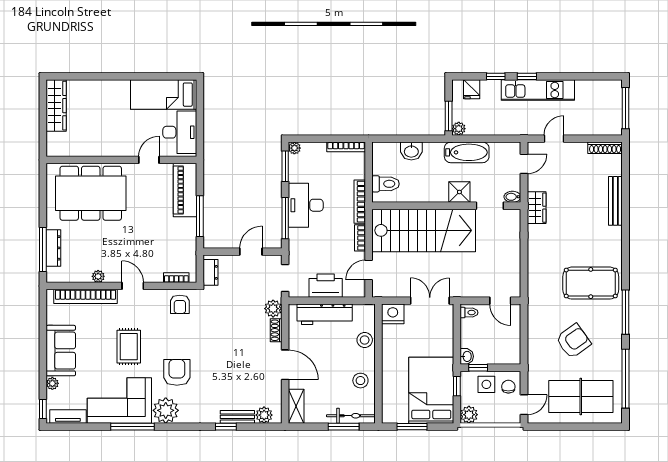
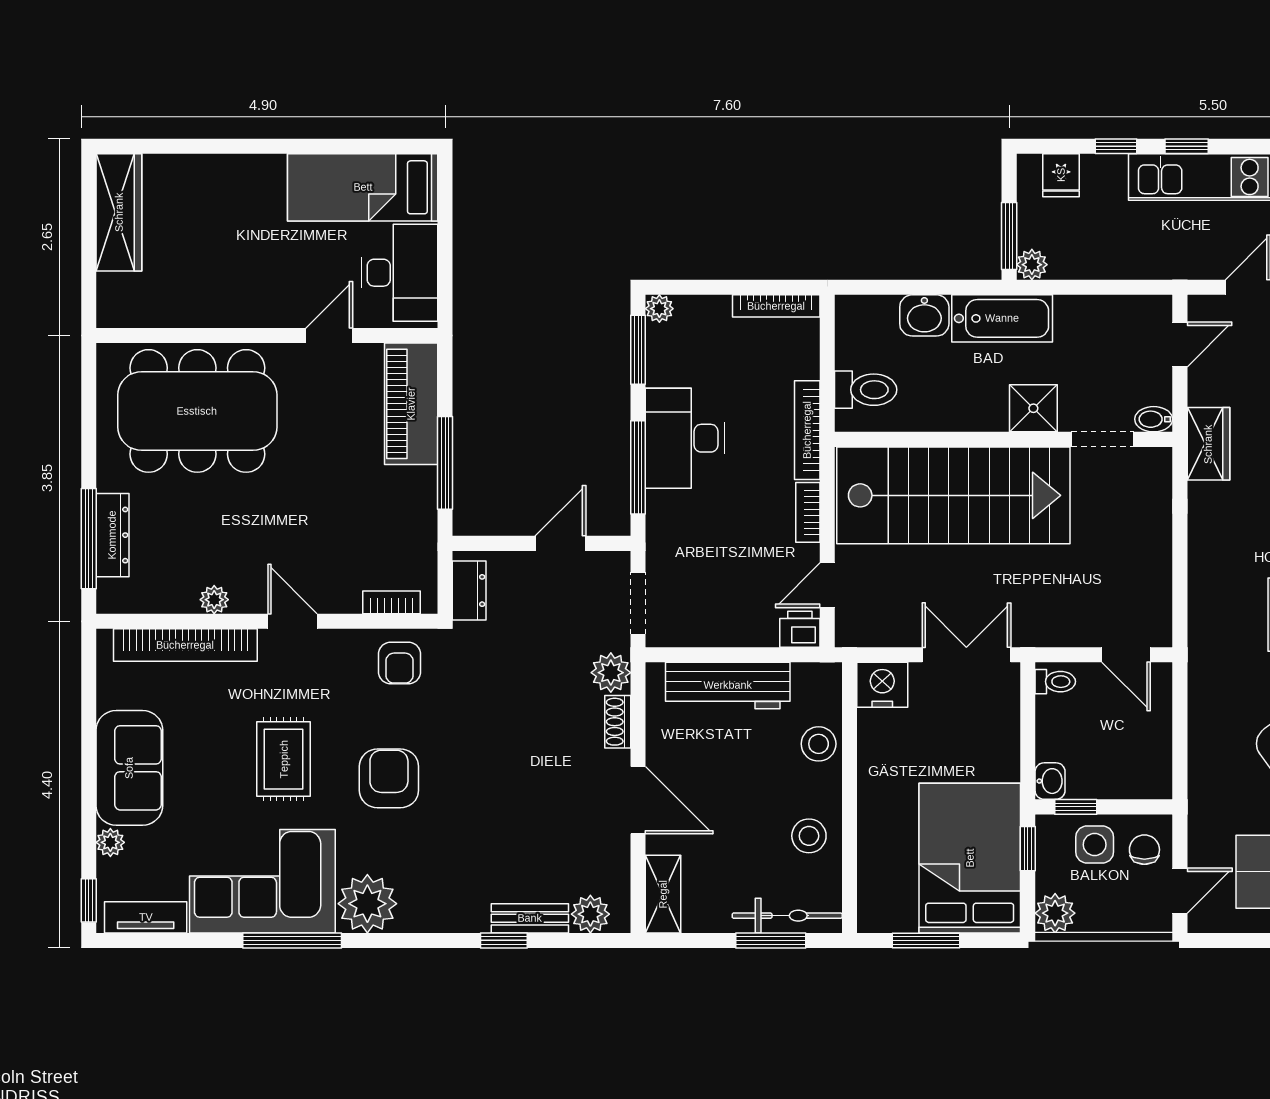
bathtub: (467, 152) -> (1002, 318), moved
printer: (326, 286) -> (800, 629), moved, width x0.53, depth x0.68
armchair: (177, 372) -> (389, 778), moved

